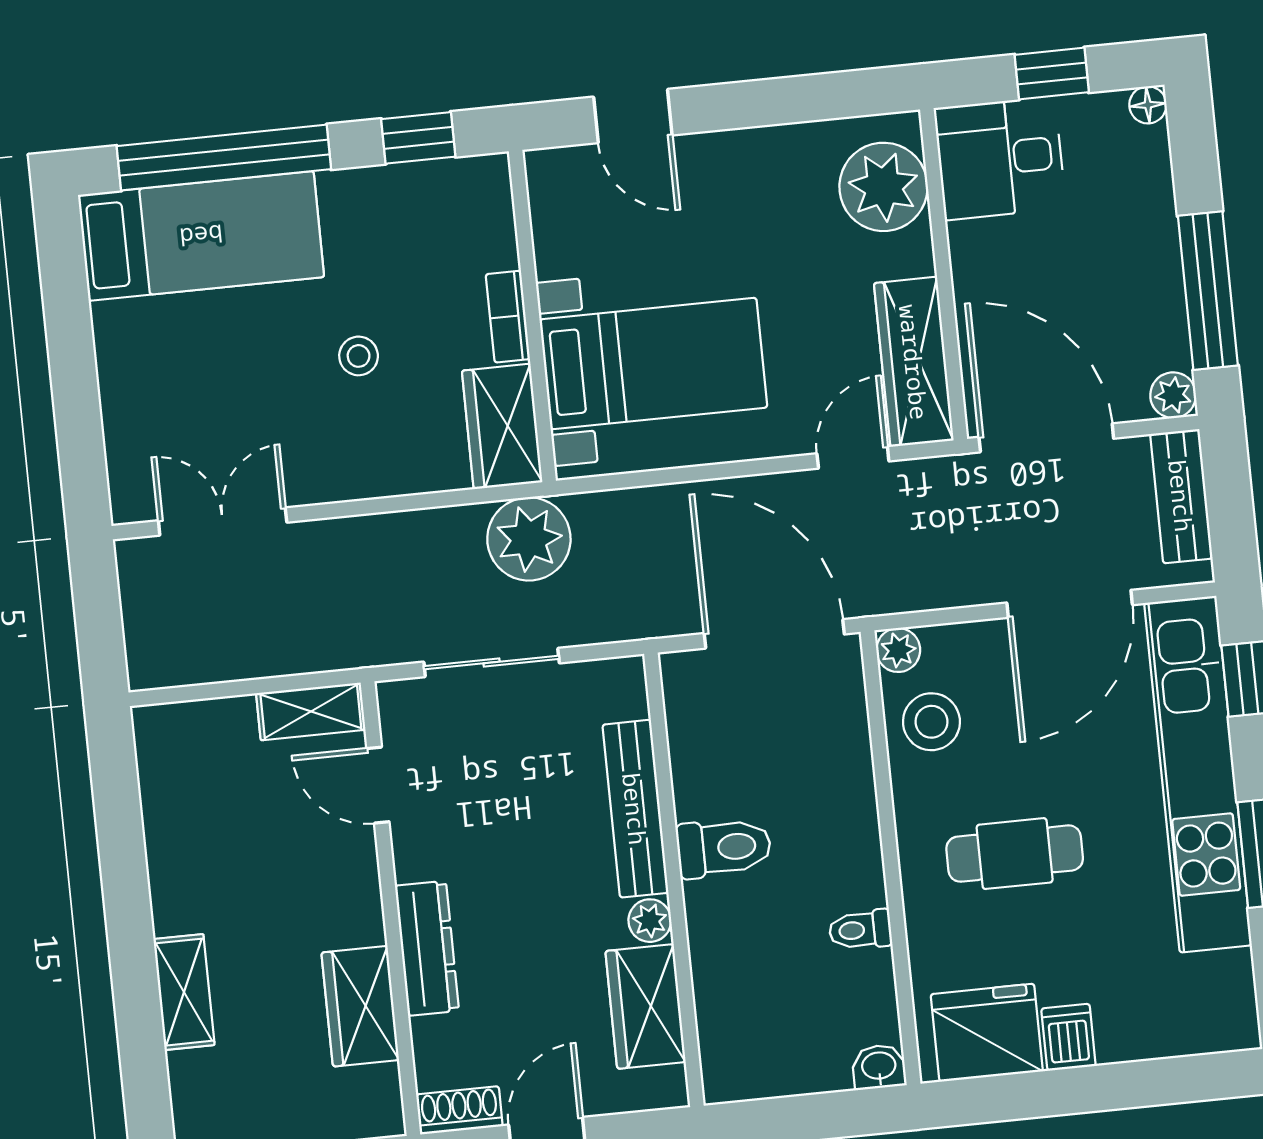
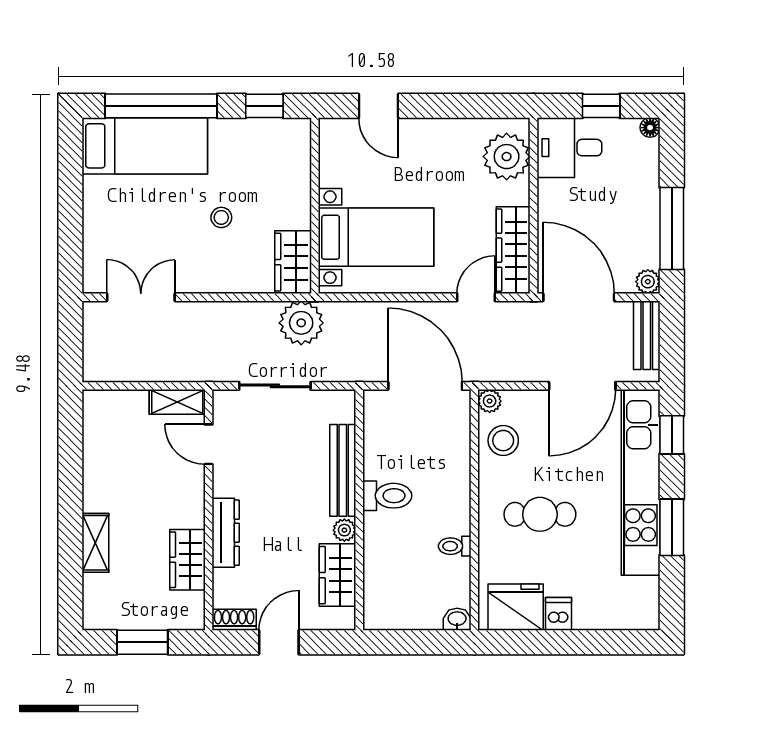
bookcase: (508, 317) -> (302, 205), removed

